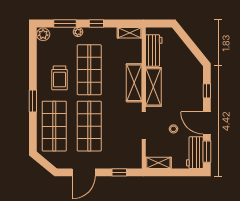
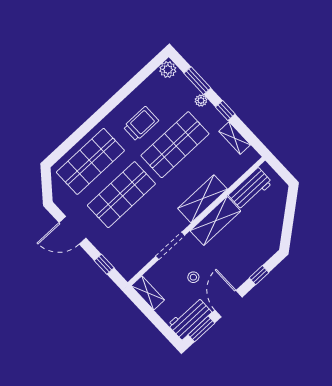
shelving: (130, 33) -> (235, 138), moved
trolley: (60, 78) -> (141, 124), turned 180
window: (33, 101) -> (95, 119), removed

